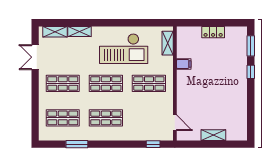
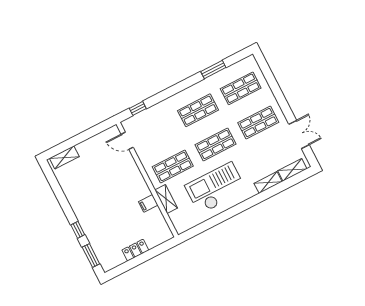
shelving: (168, 43) -> (166, 199), moved
shelving: (213, 135) -> (64, 157), moved

